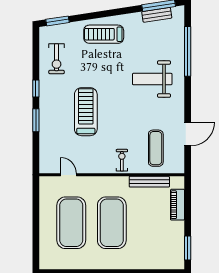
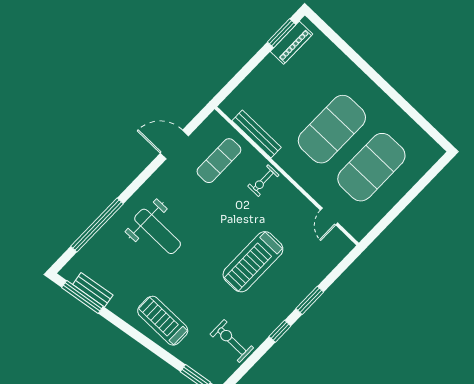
treadmill: (104, 34) -> (163, 321), turned 180
exercise bike: (57, 59) -> (232, 341), turned -90
piano: (177, 205) -> (292, 43), moved

